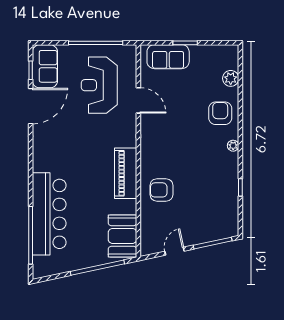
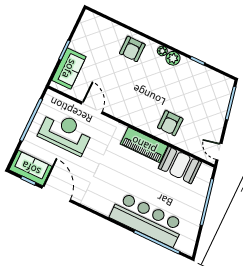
plant: (231, 78) -> (173, 58), moved
reception desk: (99, 85) -> (65, 133), turned 180
door: (138, 100) -> (92, 108), hinge flipped
armchair: (220, 113) -> (132, 49), turned -90
booth: (122, 236) -> (180, 165), moved
door: (175, 251) -> (219, 152), moved

